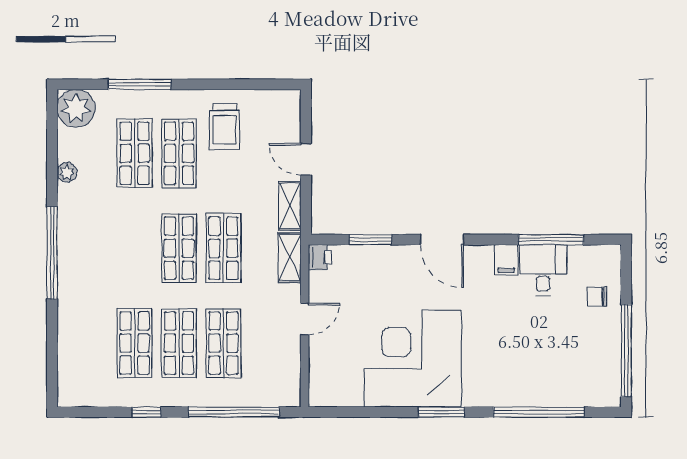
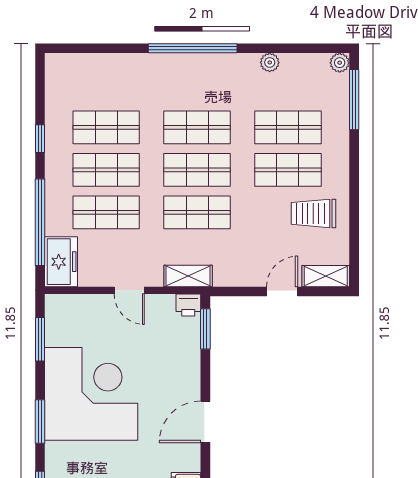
window: (139, 84) -> (354, 100), moved
plant: (76, 108) -> (340, 63), width x0.53, depth x0.53
shelving: (290, 206) -> (326, 276), moved
window: (370, 240) -> (205, 329), moved
shop shelf: (135, 248) -> (197, 127), added
freezer: (275, 390) -> (61, 262), added
window: (356, 412) -> (40, 339), added

